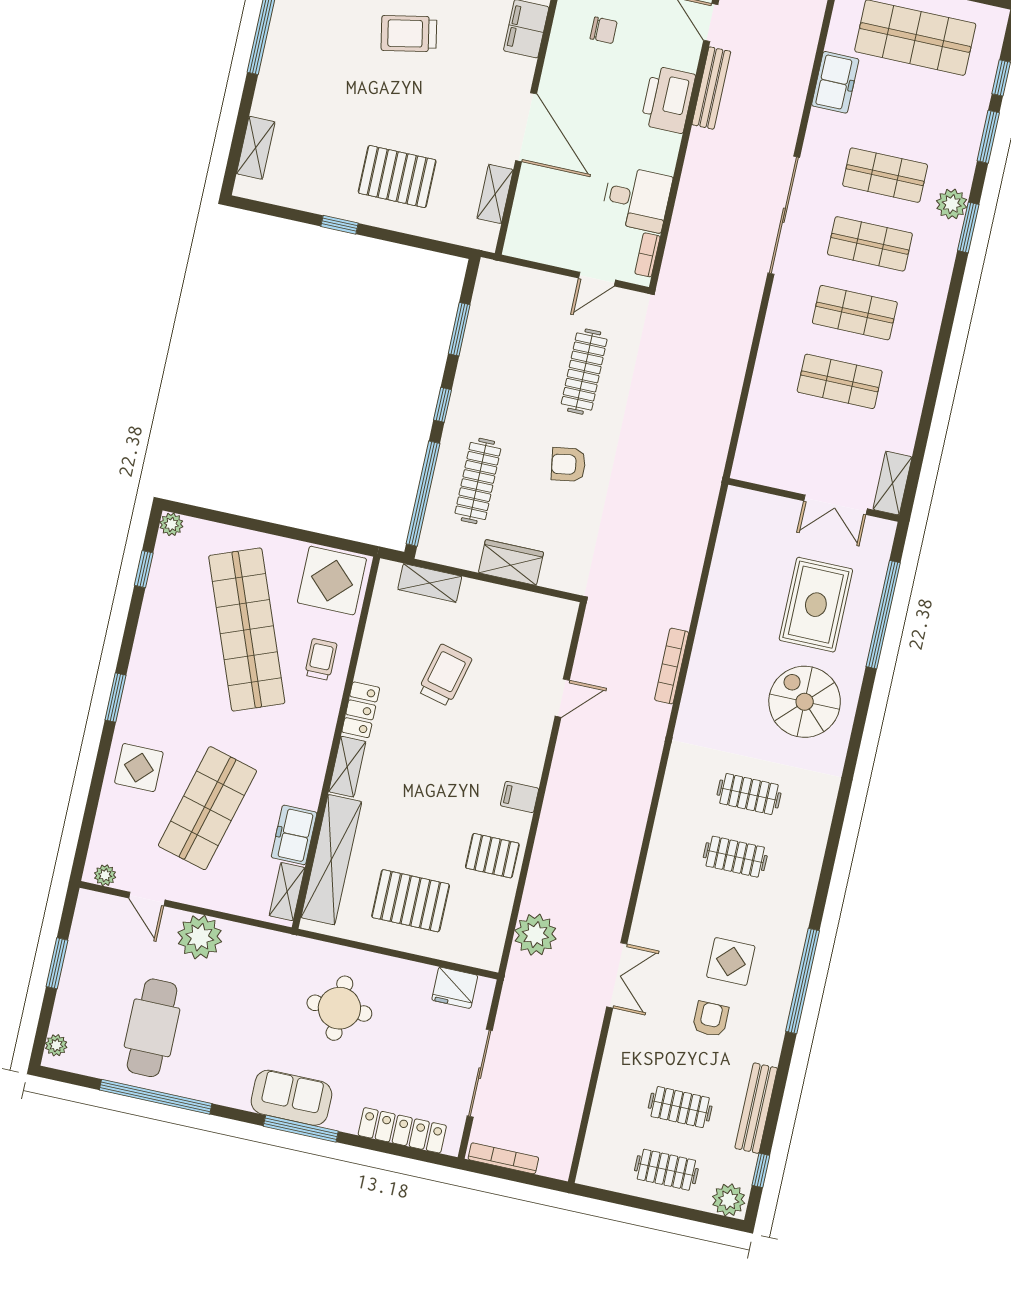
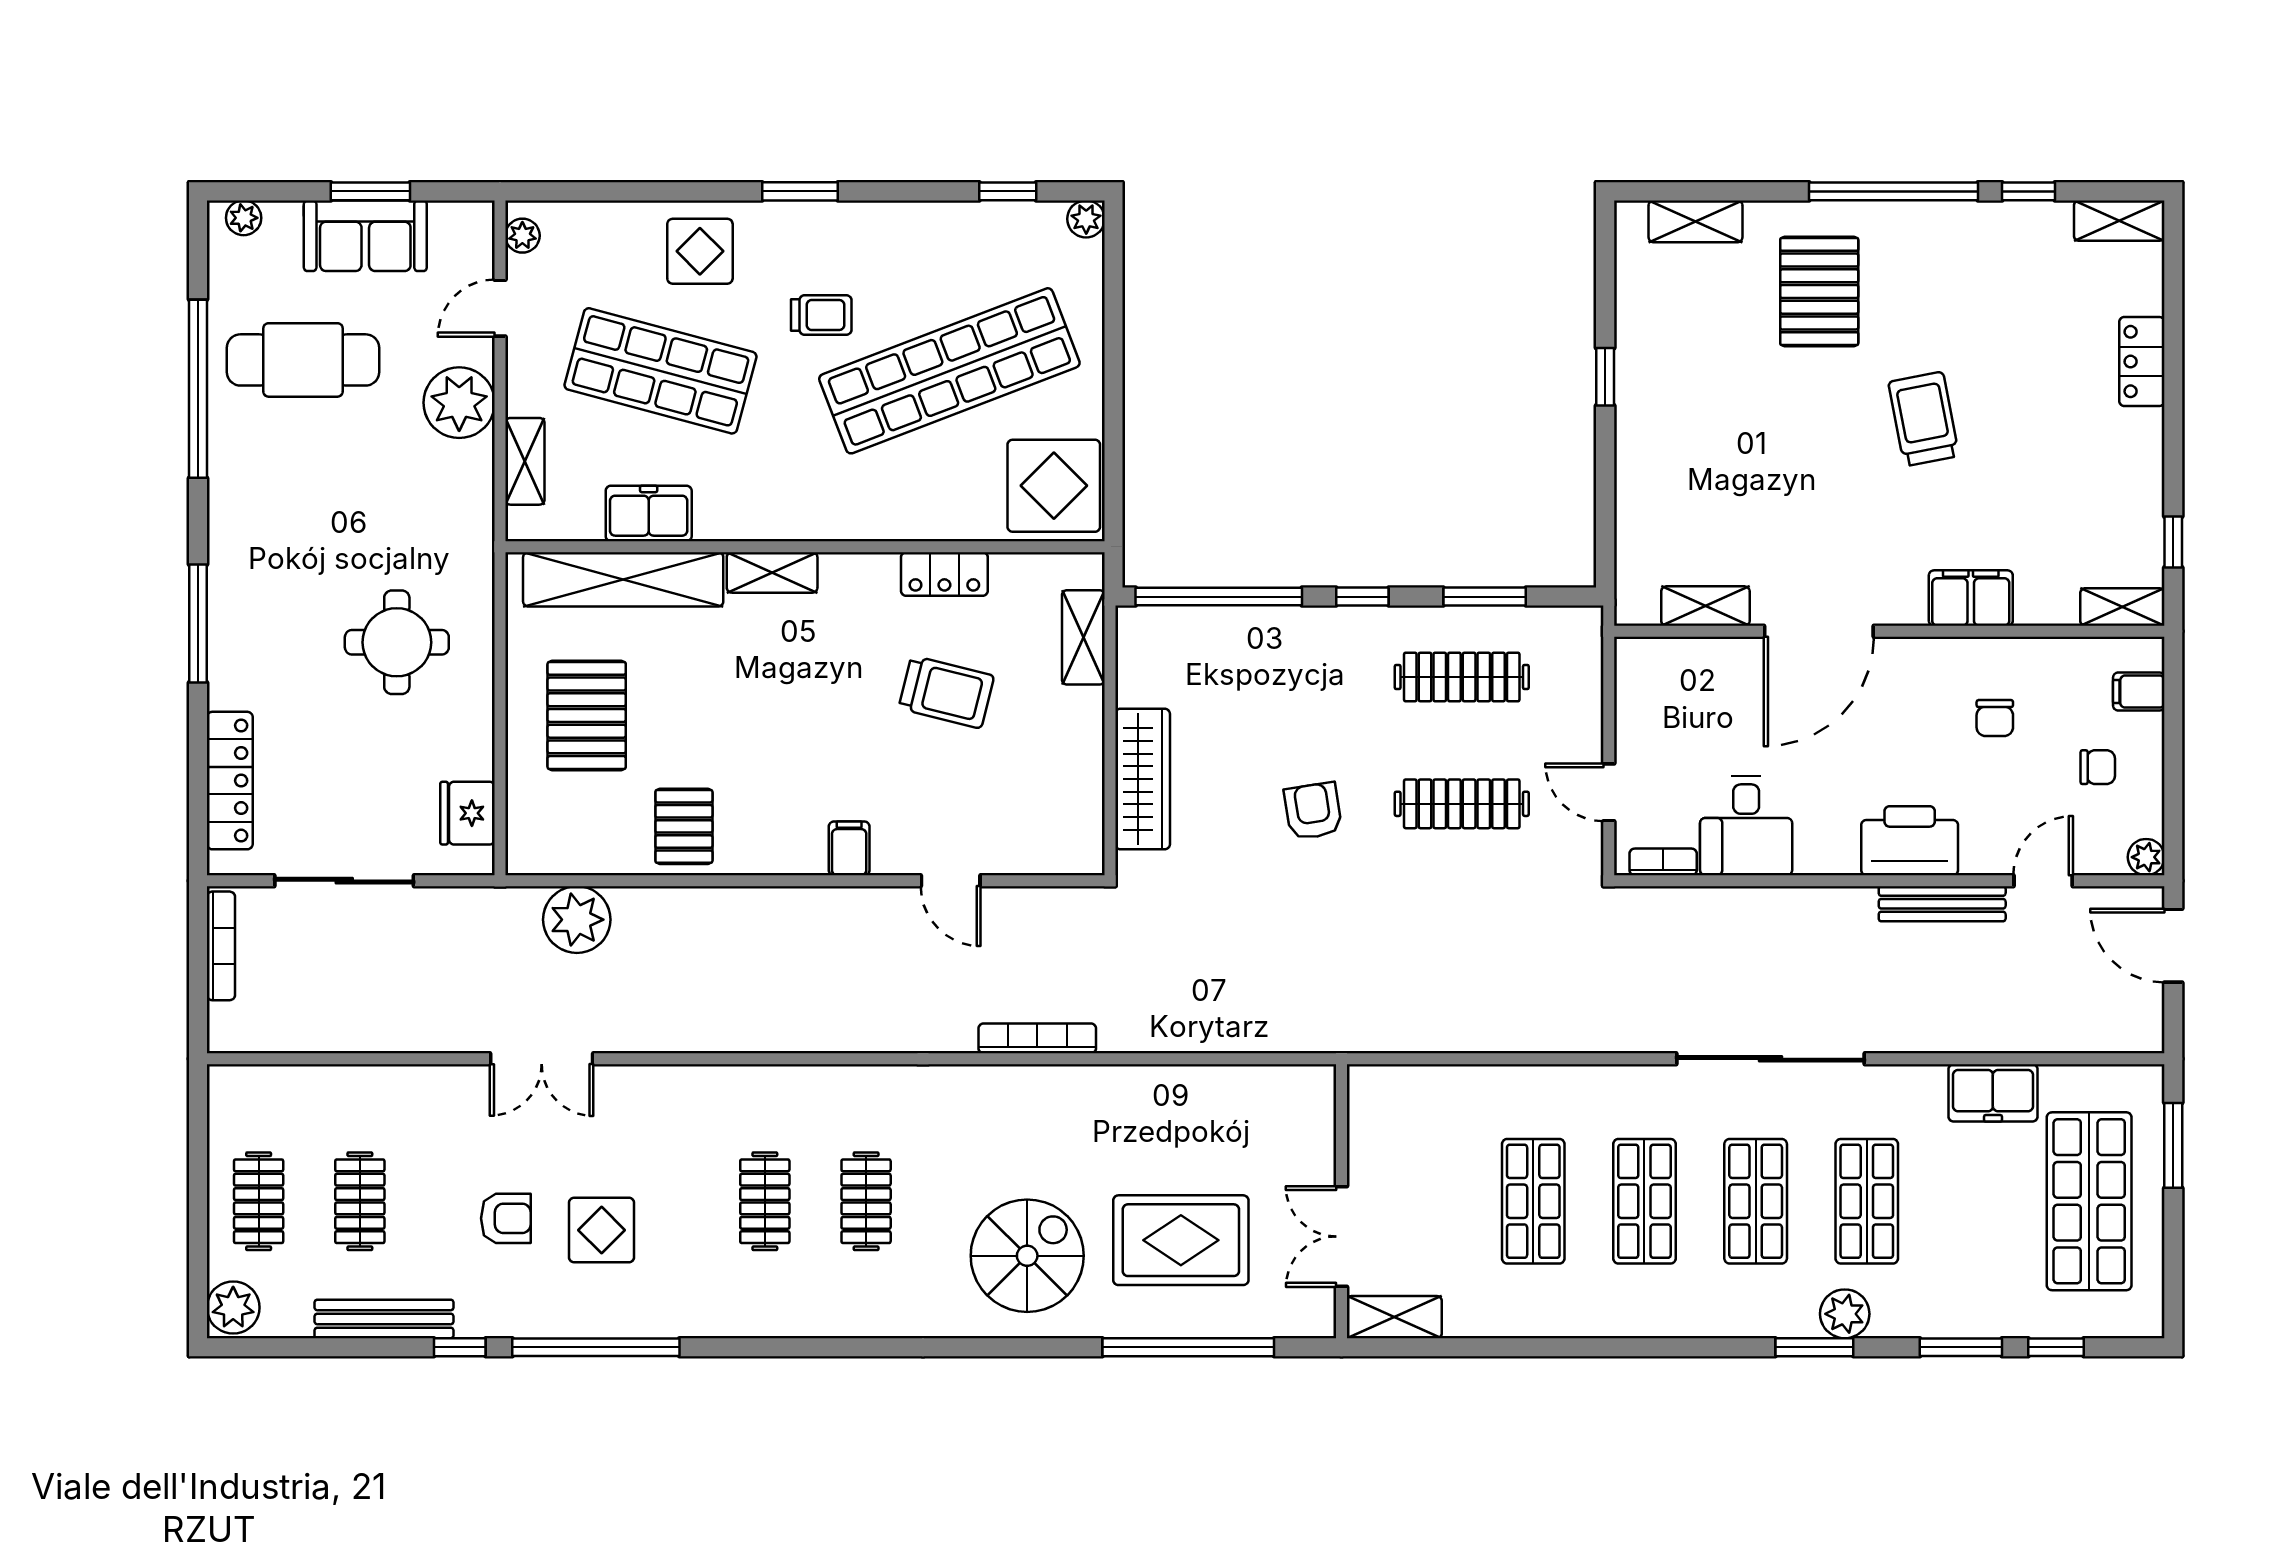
pallet: (397, 177) -> (1819, 291), moved
clothes rail: (478, 481) -> (1462, 677), moved
wardrobe: (511, 562) -> (1143, 779), width x1.50
trolley: (321, 659) -> (821, 315), moved
locker: (361, 710) -> (944, 574), moved
filing cabinet: (520, 797) -> (849, 848), moved
shelving: (287, 892) -> (525, 461), moved, turned 90
sofa: (291, 1098) -> (365, 236), moved, turned 90
window: (761, 1170) -> (460, 1347), moved

